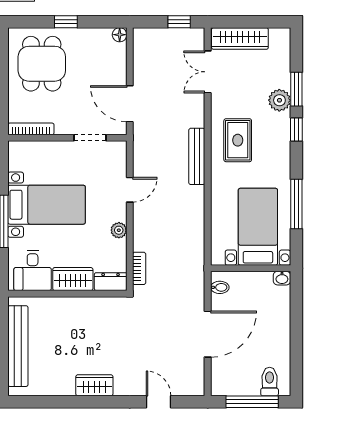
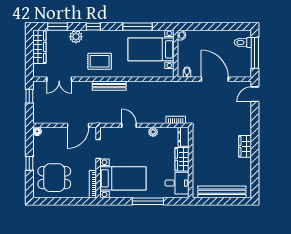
wardrobe: (240, 38) -> (39, 47), moved
window: (296, 89) -> (58, 27), moved
bed with nightstands: (47, 205) -> (123, 178), moved, turned 90
door: (159, 402) -> (255, 94), moved

